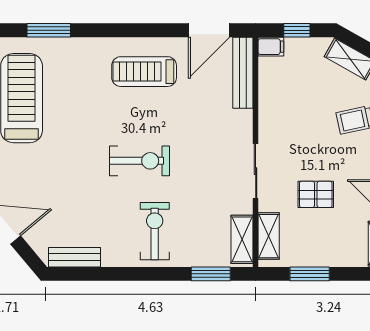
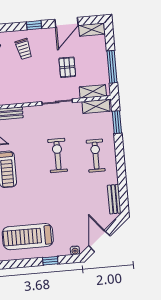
exercise bike: (139, 161) -> (58, 155), moved
exercise bike: (155, 231) -> (96, 156), turned 90
window: (310, 274) -> (112, 67), width x1.44

